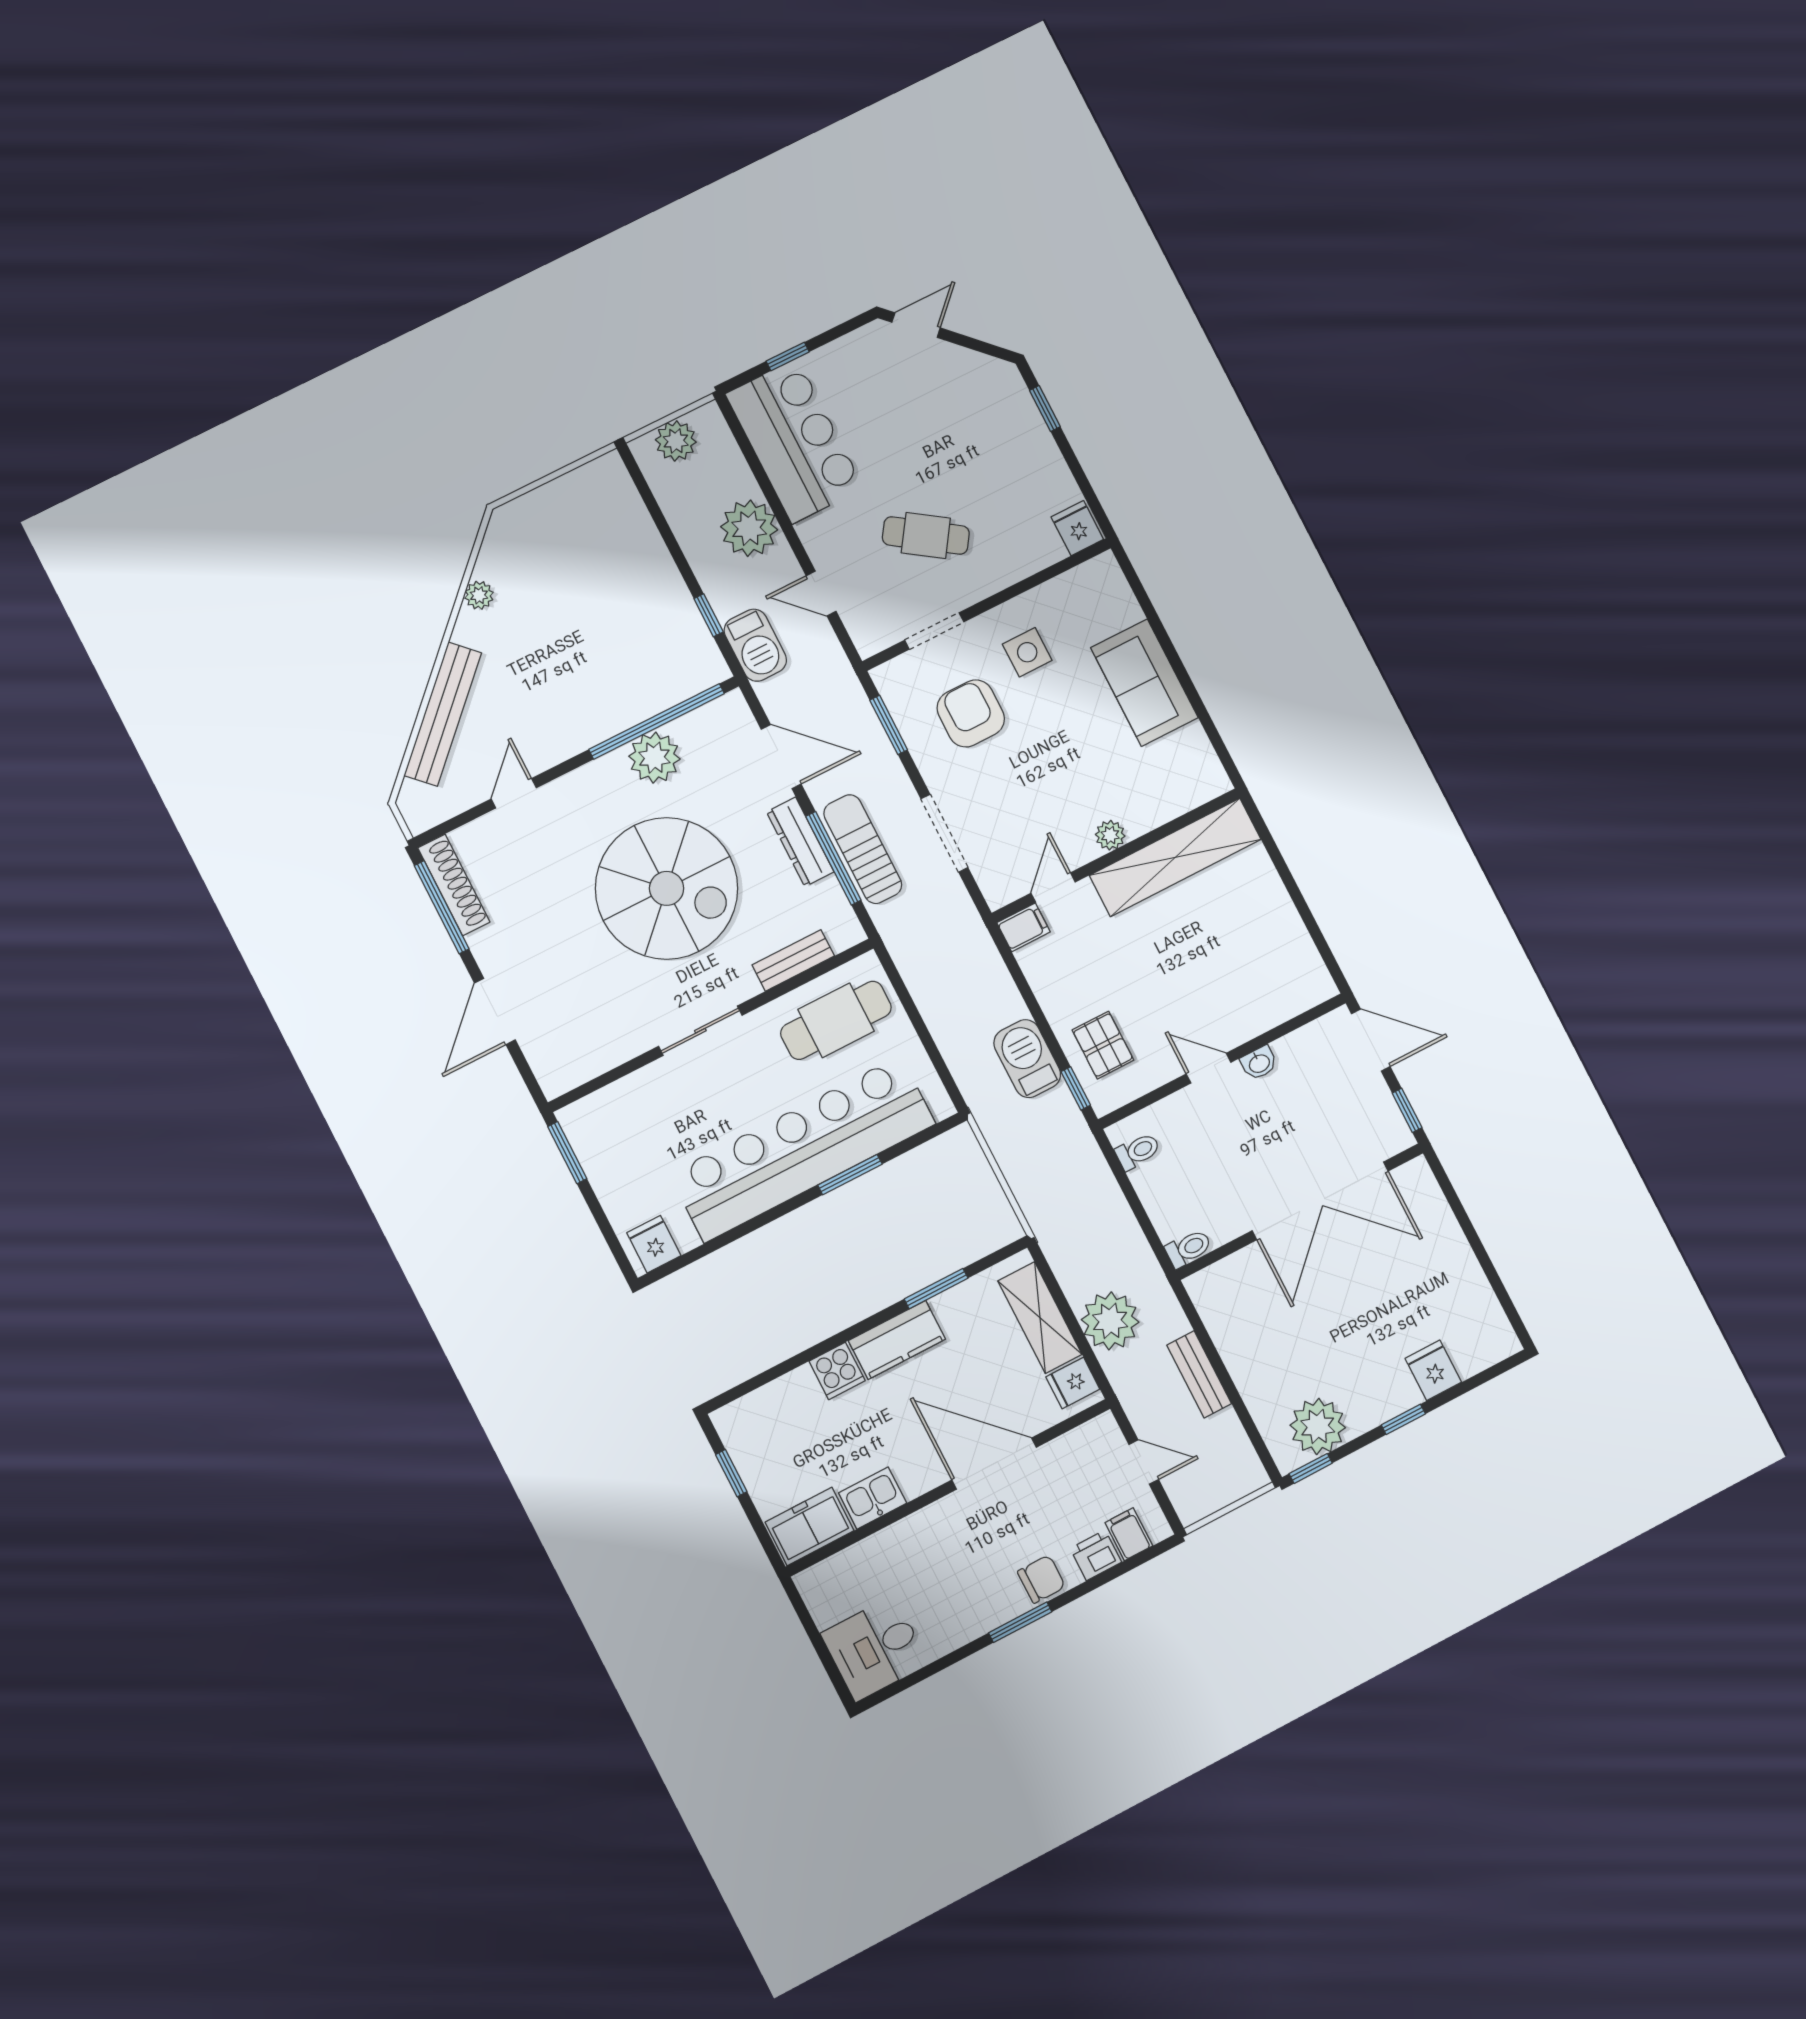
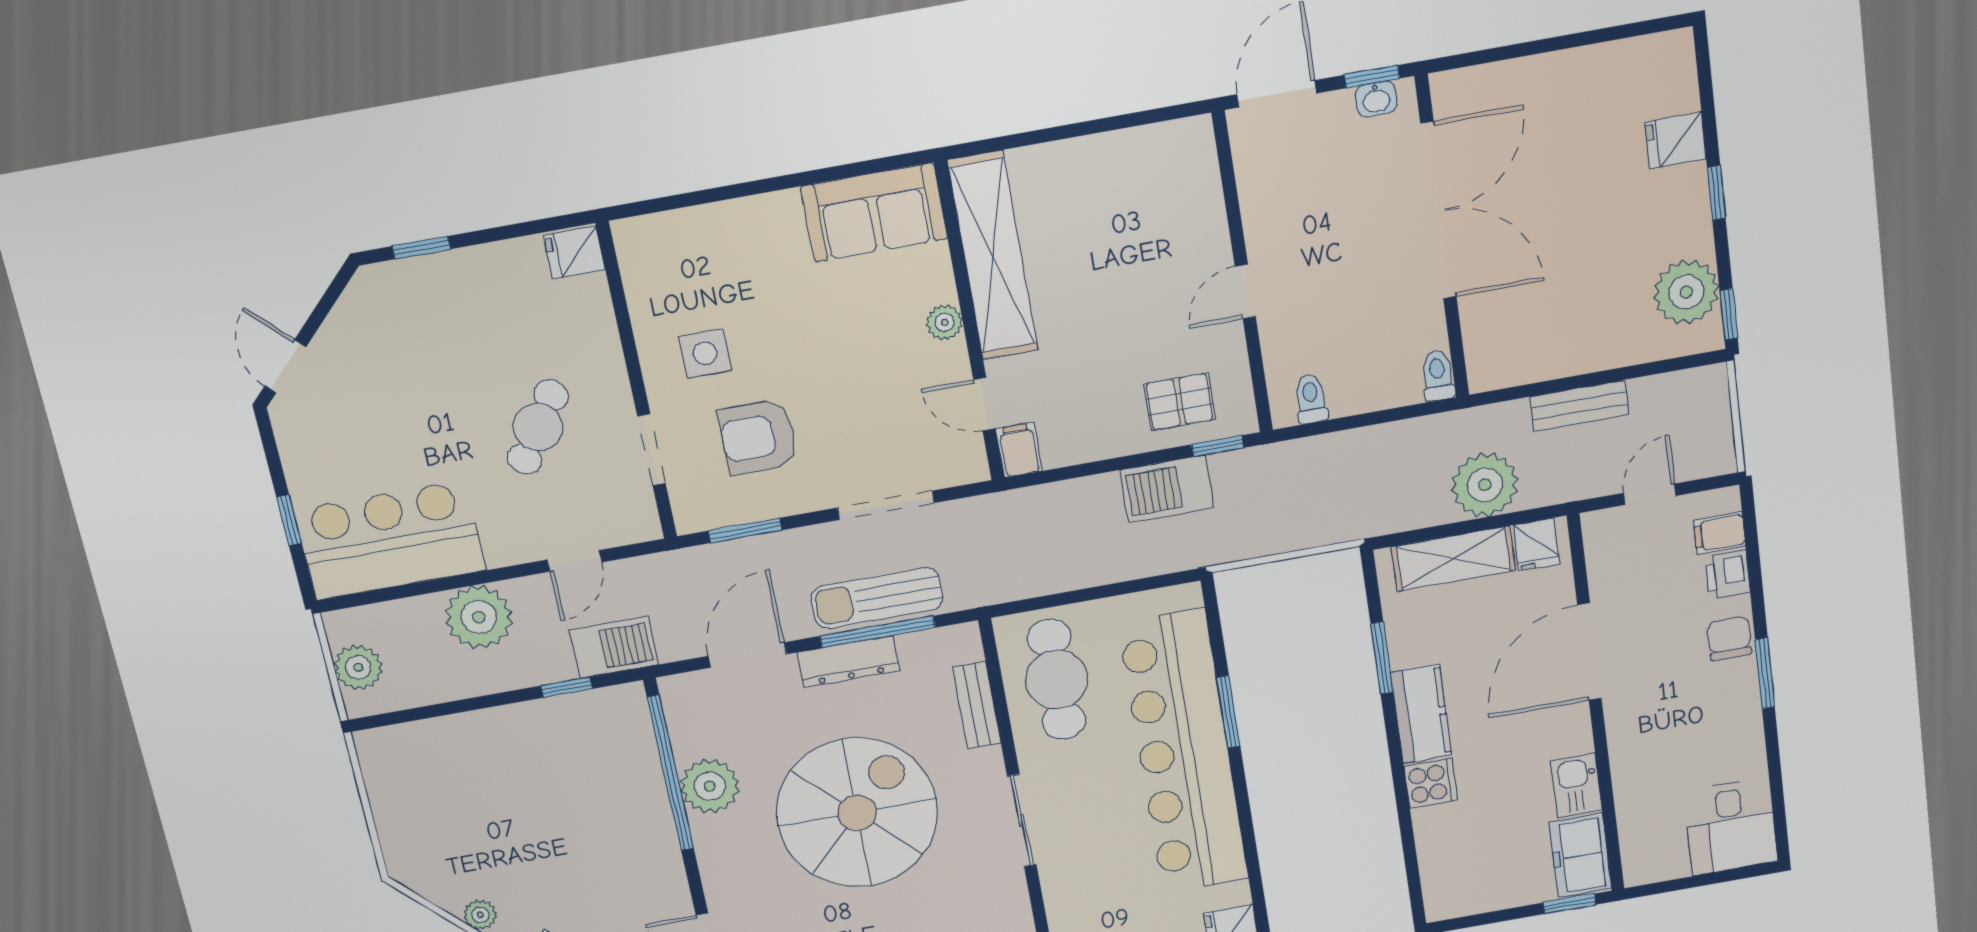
sofa: (1144, 683) -> (874, 213), moved
washbasin: (1259, 1063) -> (1376, 99), moved, turned 90
window: (731, 1473) -> (1570, 904), moved

